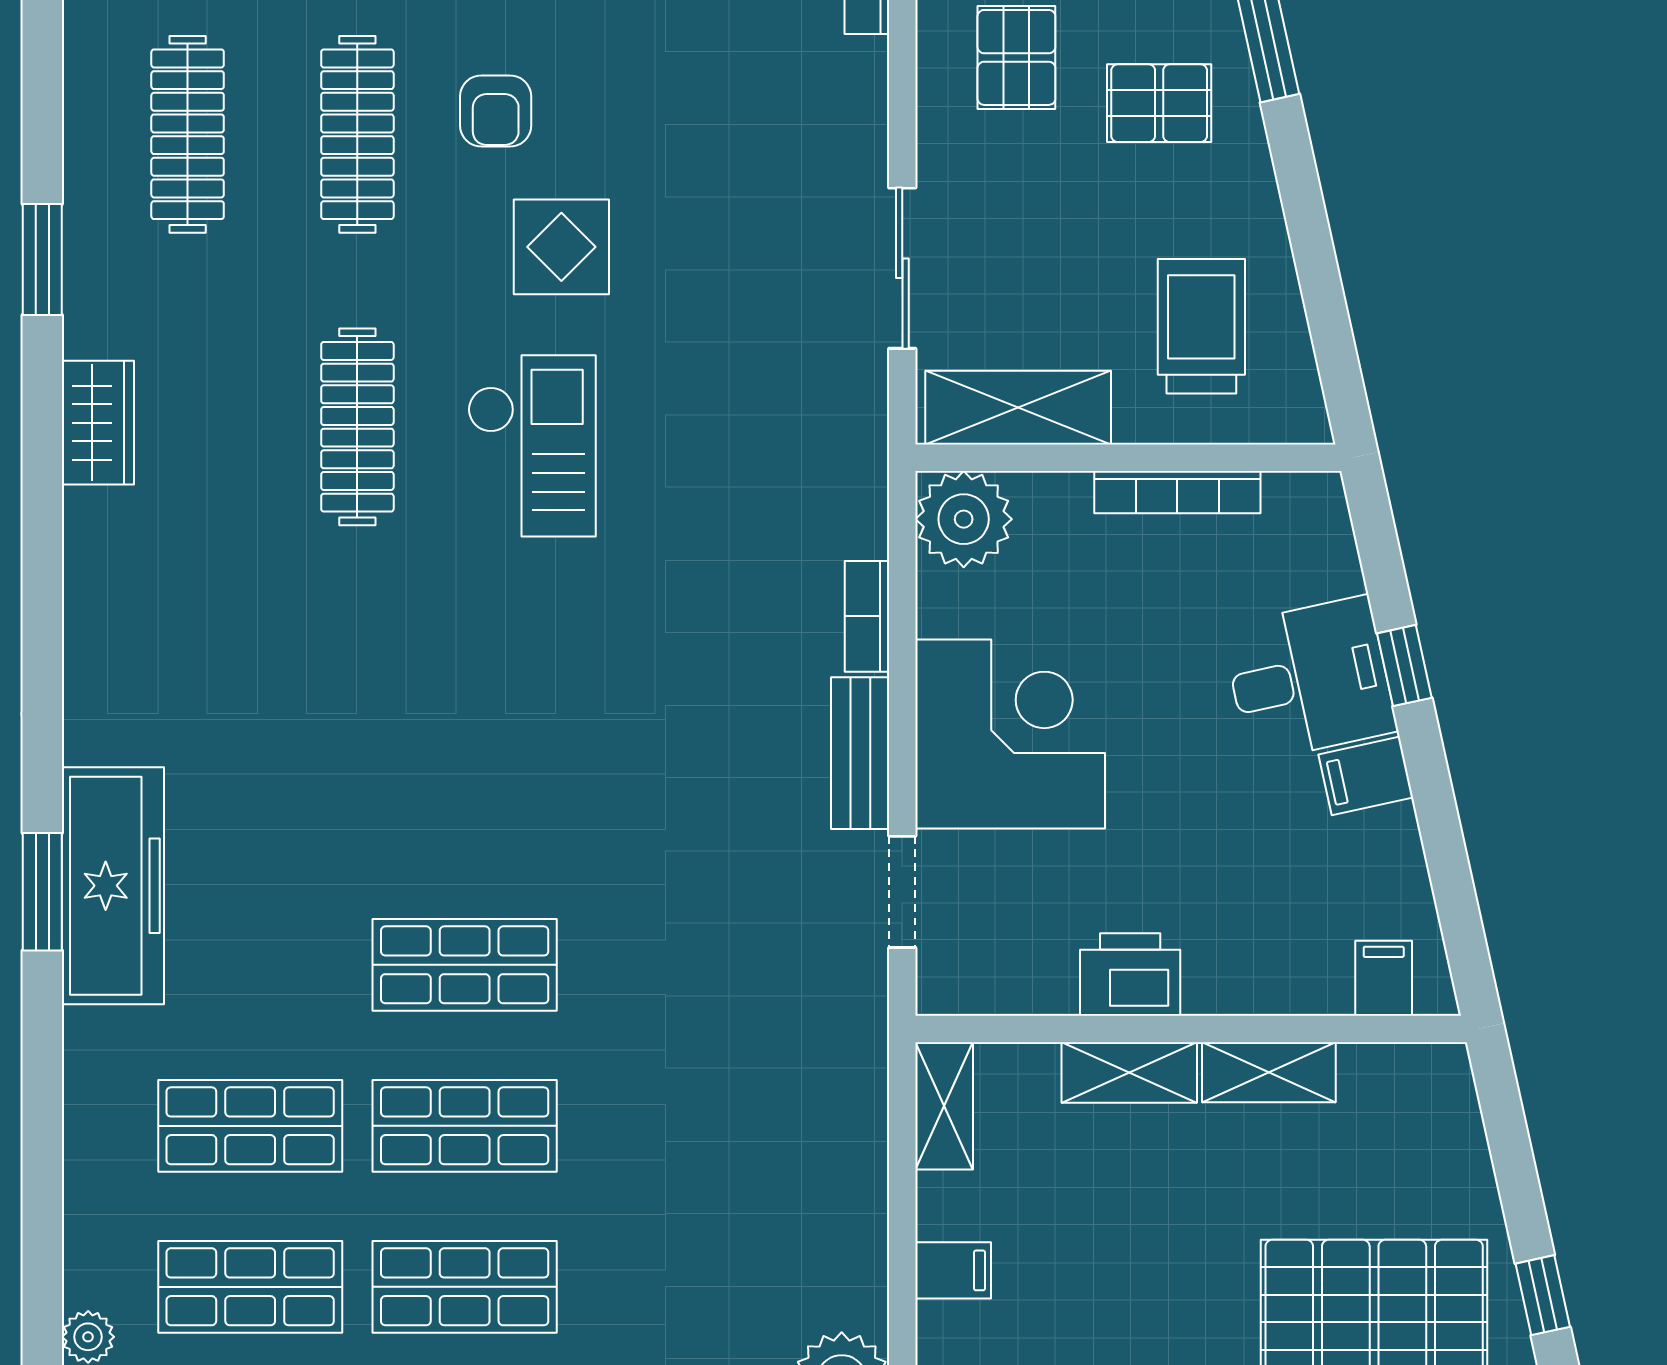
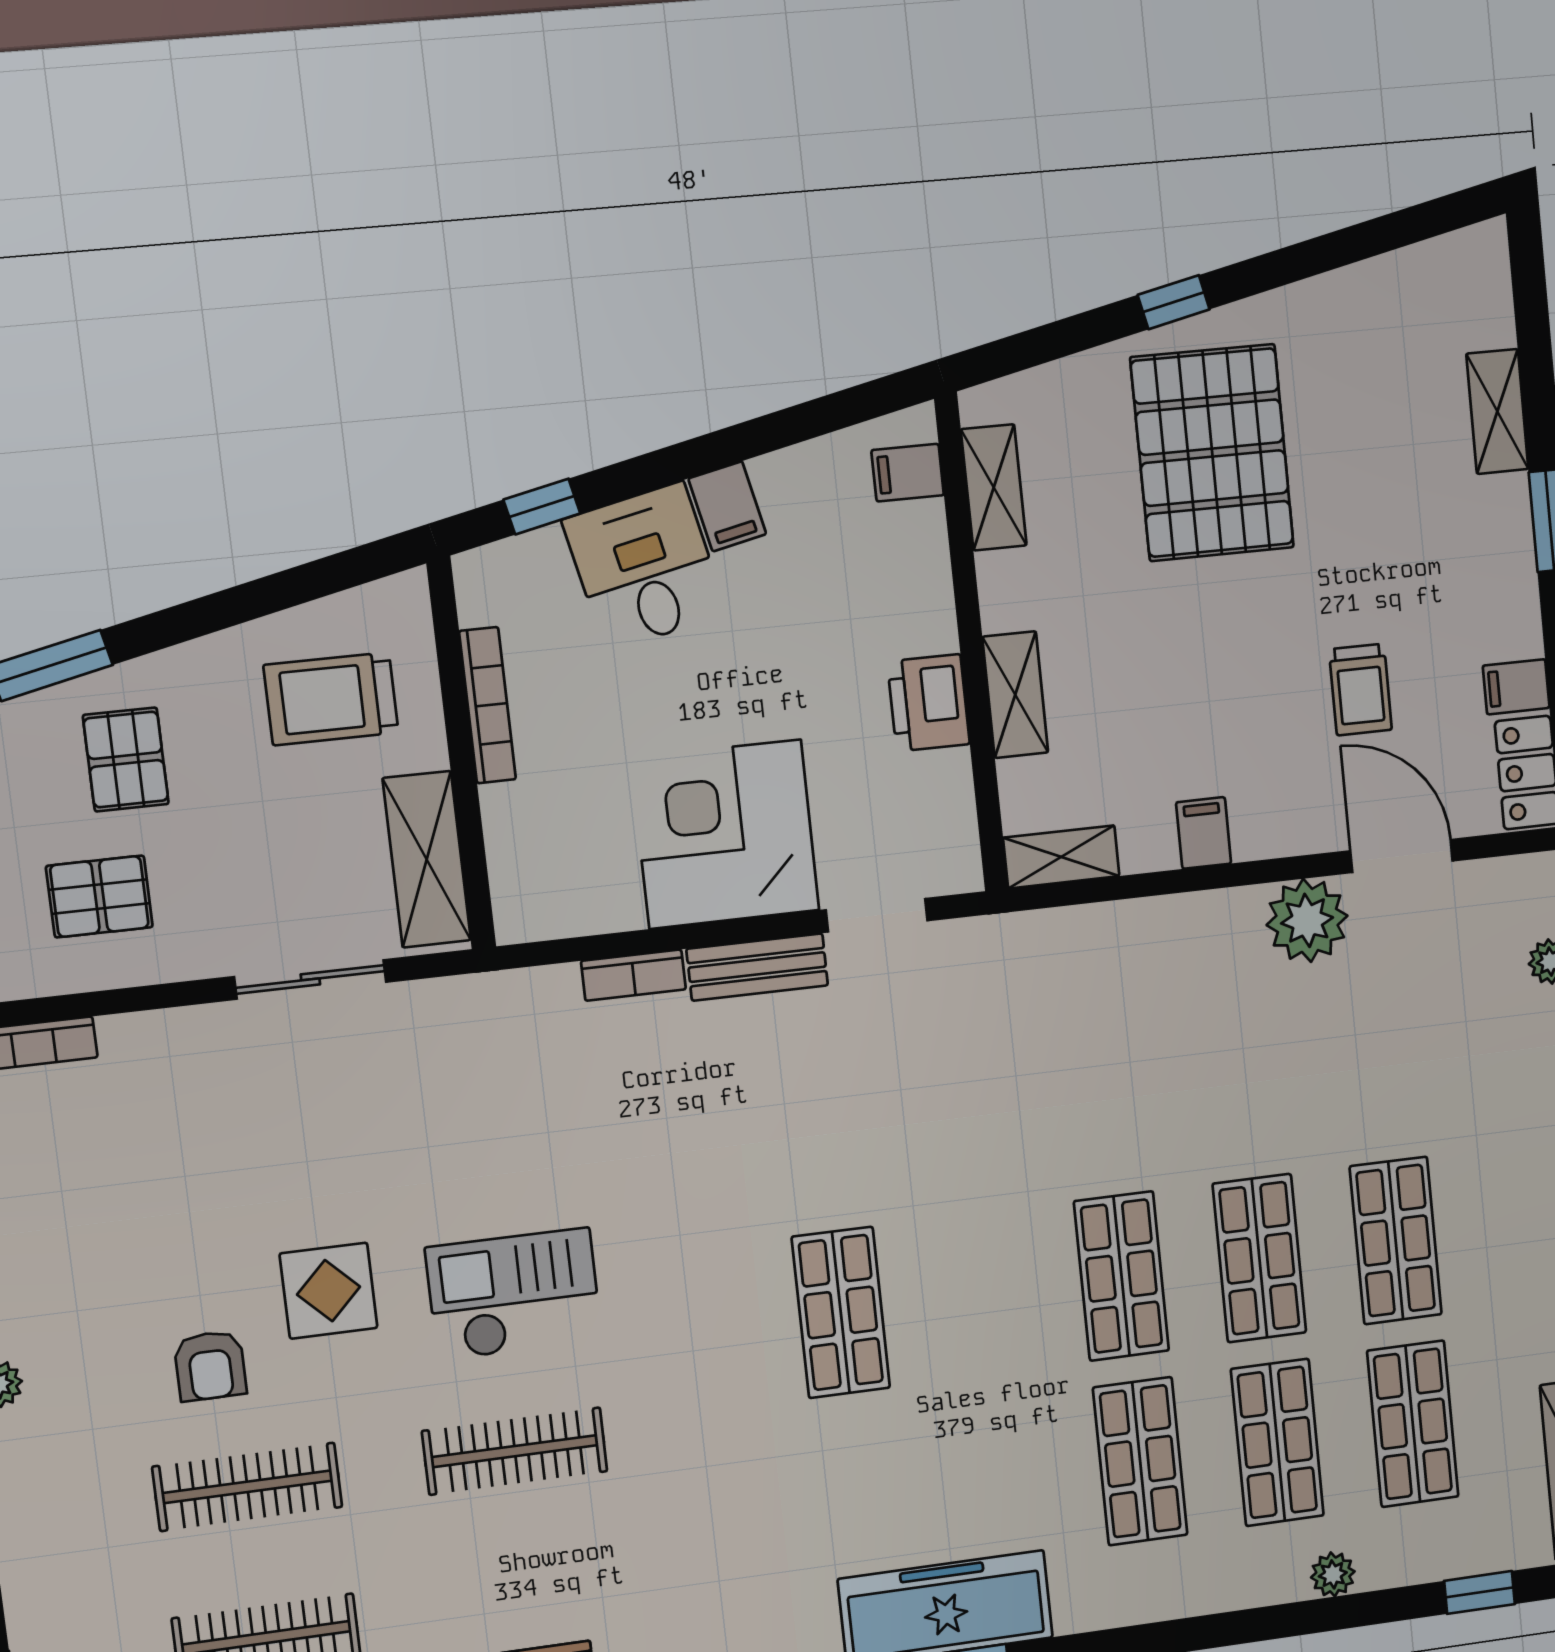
armchair: (496, 111) -> (210, 1366), turned 90
plant: (964, 519) -> (535, 898), removed
window: (1404, 666) -> (542, 507), moved
shop shelf: (465, 965) -> (841, 1312), moved
shelving: (1269, 1072) -> (994, 487), moved

